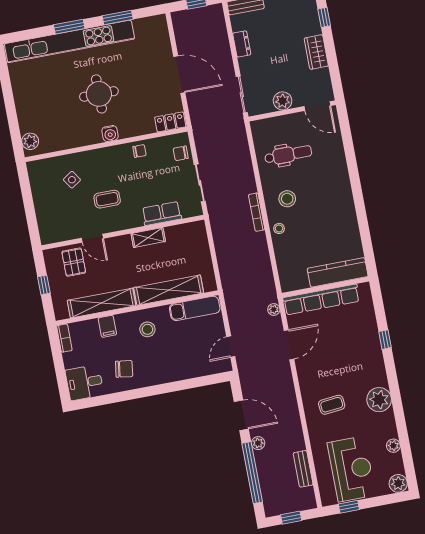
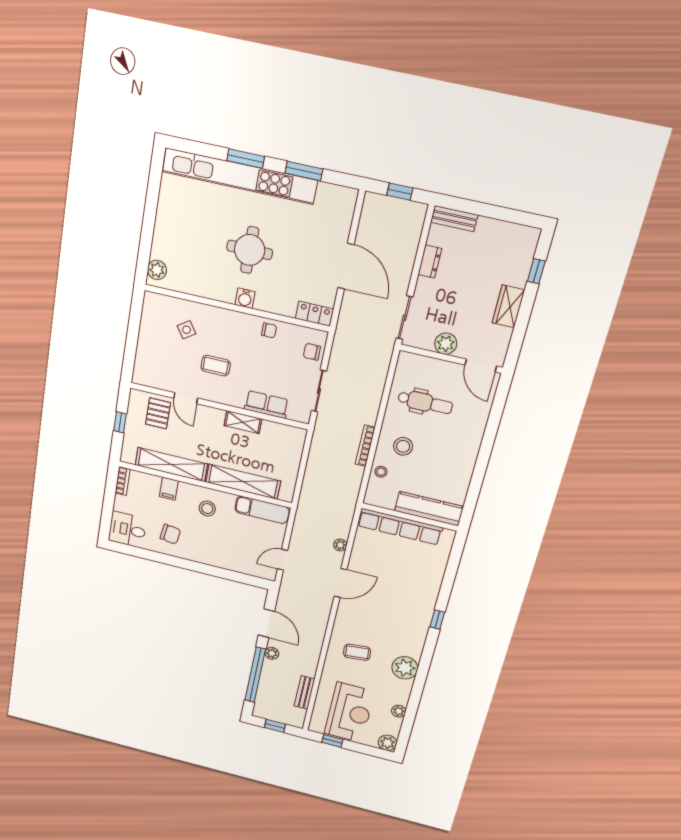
kitchen counter: (338, 272) -> (429, 509), moved
wall: (325, 287) -> (410, 517), moved
row of seats: (321, 299) -> (400, 527), moved

